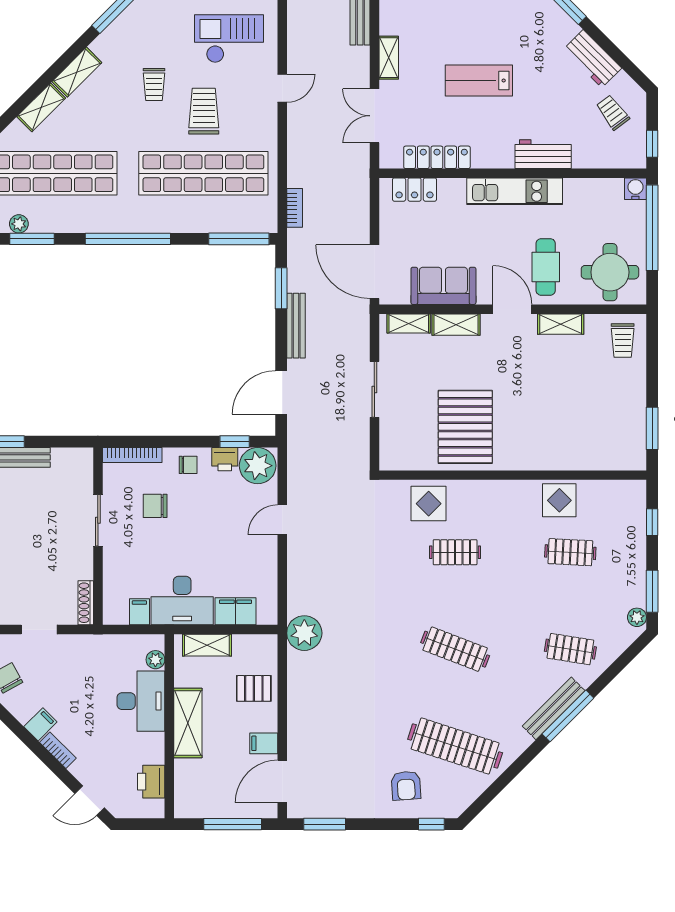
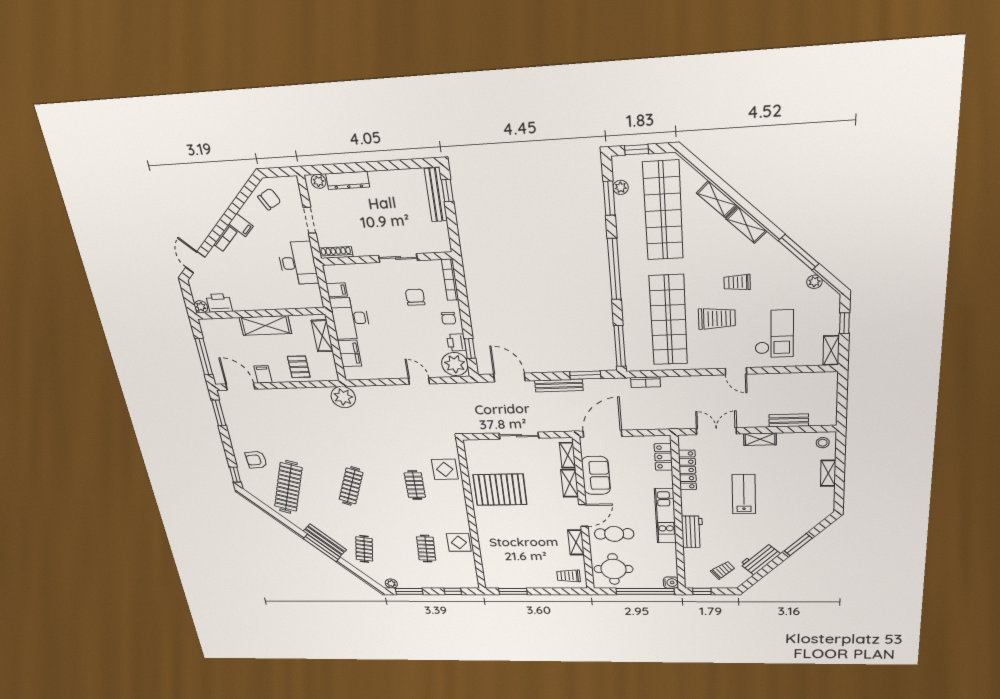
plant: (155, 660) -> (201, 307), moved
desk: (141, 701) -> (298, 263), moved, turned -90

